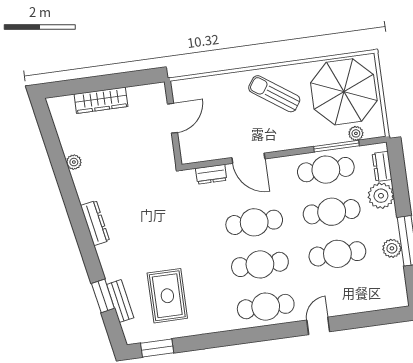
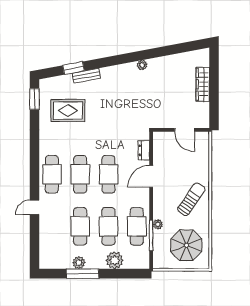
parasol: (344, 92) -> (186, 245), width x0.73, depth x0.73
plant: (356, 133) -> (158, 224), moved
plant: (74, 162) -> (142, 65), moved
dresser: (382, 166) -> (134, 264), removed
dresser: (95, 223) -> (122, 69), removed
bench: (120, 301) -> (86, 76), moved
door: (318, 326) -> (34, 207), swing flipped

